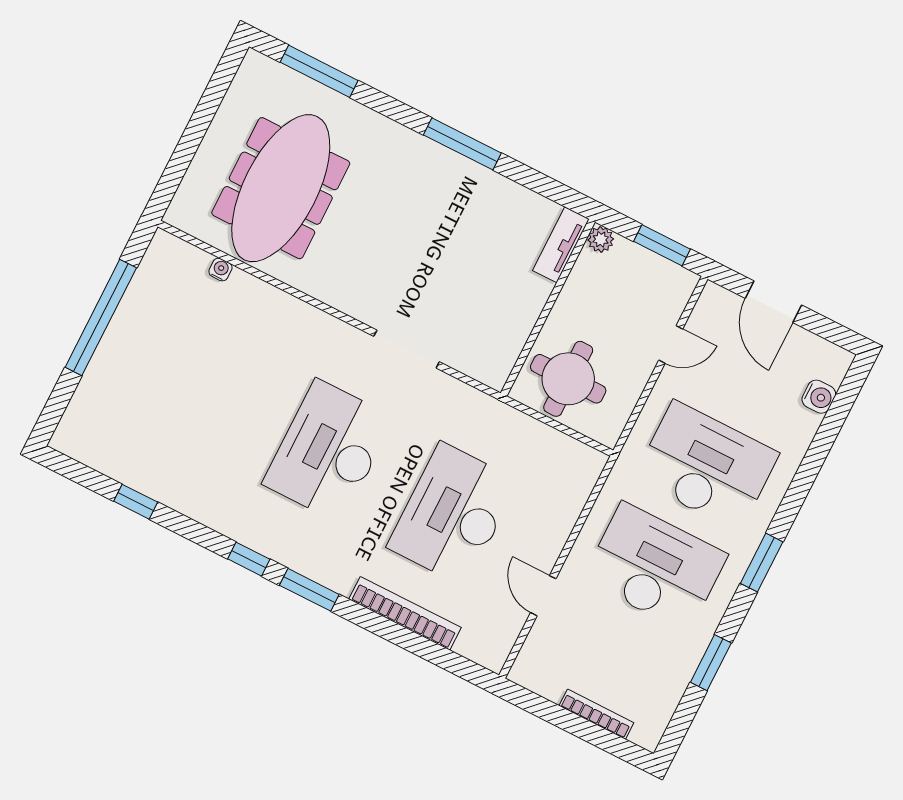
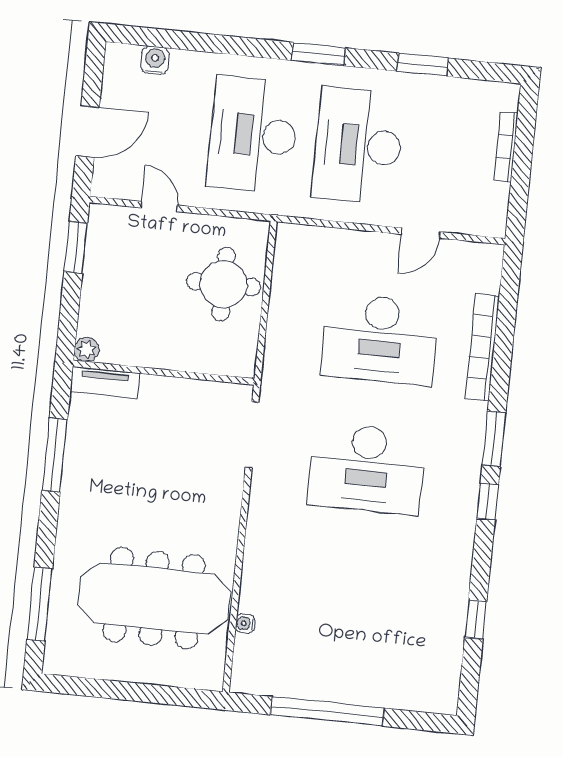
plant: (601, 239) -> (87, 349), moved
tv unit: (561, 245) -> (105, 382), moved
wall: (548, 308) -> (164, 373), moved

